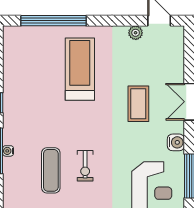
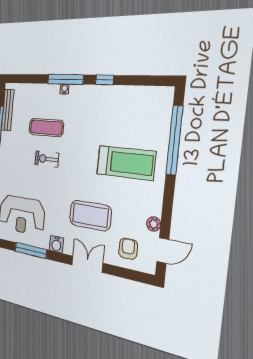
armchair: (164, 57) -> (128, 249), added
coffee table: (138, 104) -> (90, 215), width x1.36, depth x1.32

